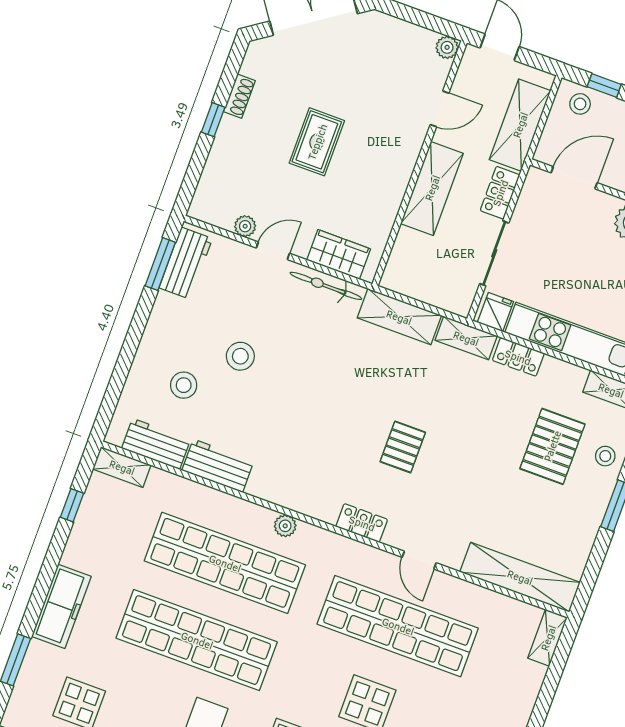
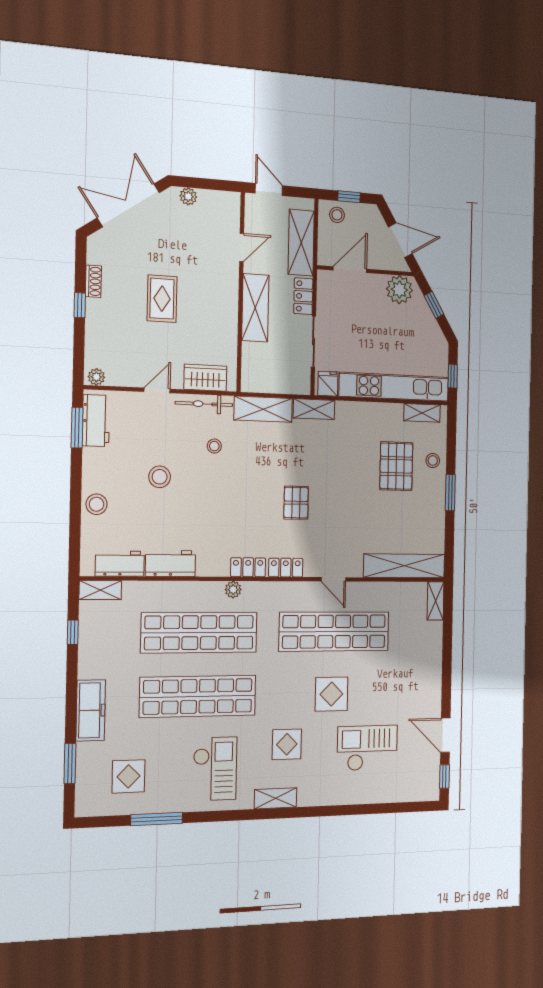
plant: (447, 47) -> (188, 196), moved
plant: (245, 226) -> (96, 377), moved
stool: (321, 342) -> (214, 446), added
locker: (518, 357) -> (248, 567), moved, turned 180
stool: (184, 385) -> (96, 504), moved

